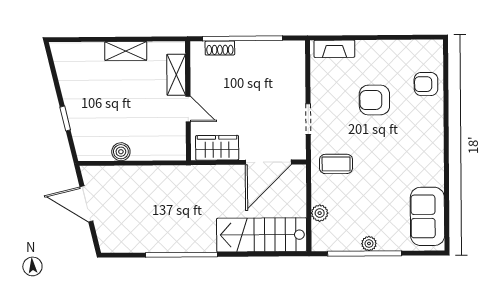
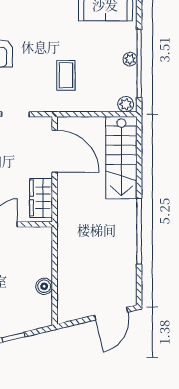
coffee table: (336, 164) -> (66, 75), moved
door: (86, 204) -> (111, 314), moved
plant: (320, 213) -> (126, 104), moved

